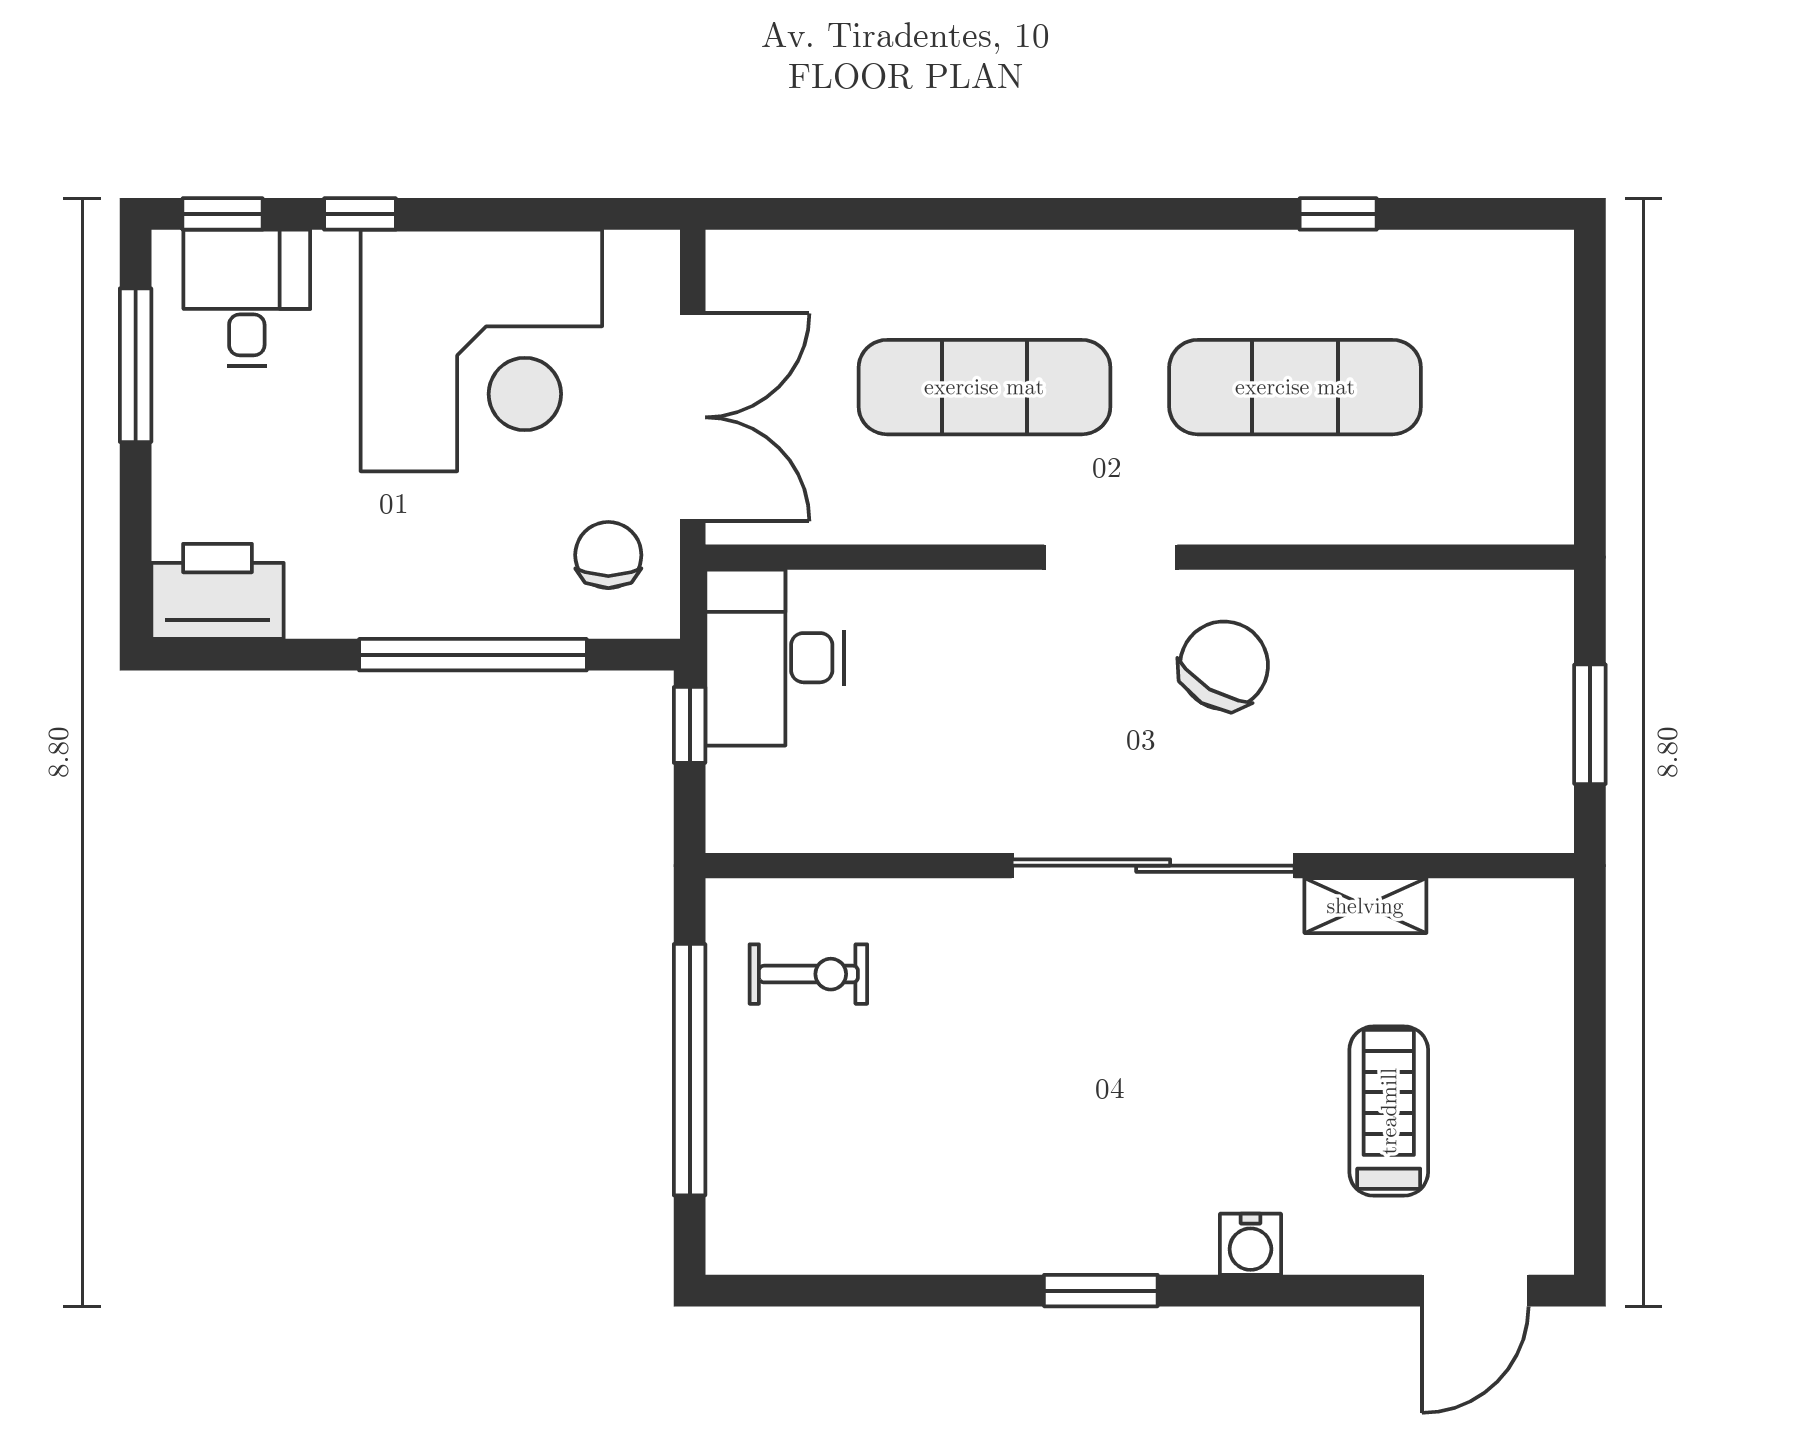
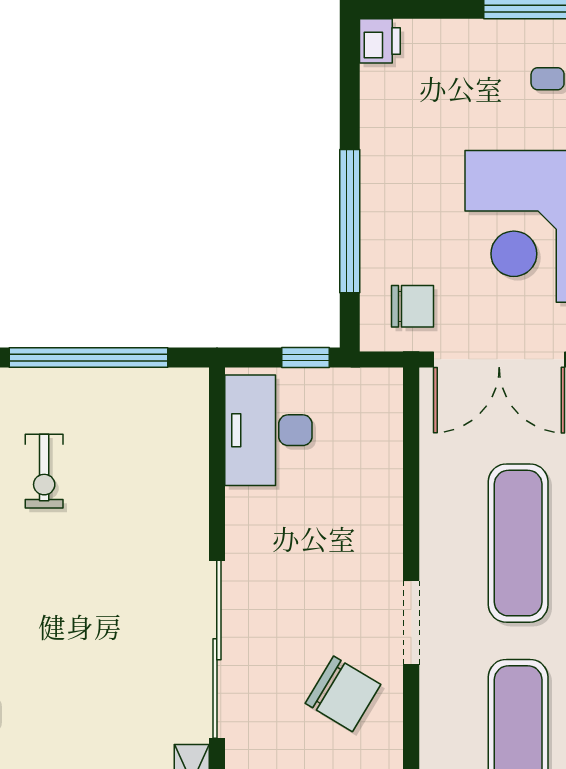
printer: (218, 591) -> (380, 41), width x0.53, depth x0.68
desk: (774, 658) -> (268, 430), moved, turned -90
exercise bike: (808, 974) -> (44, 471), moved

